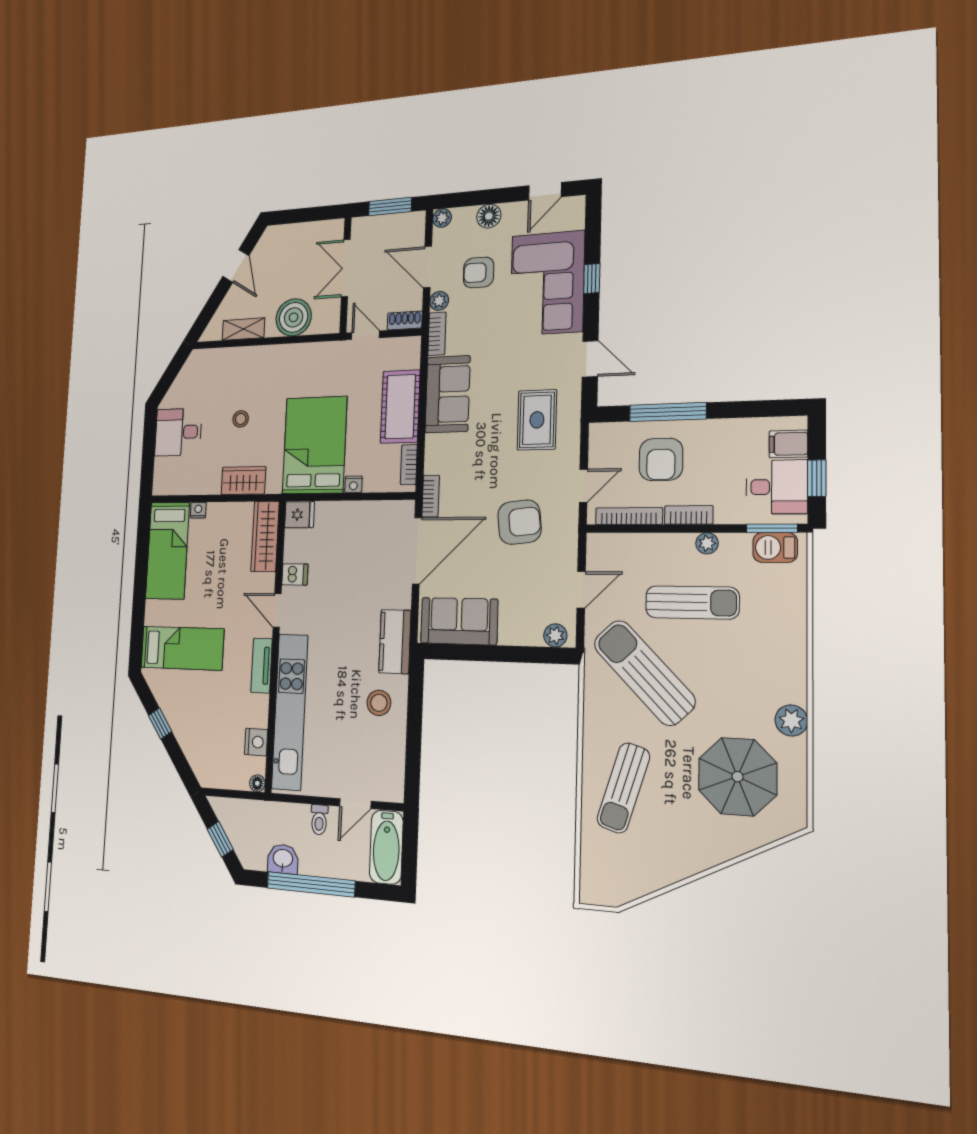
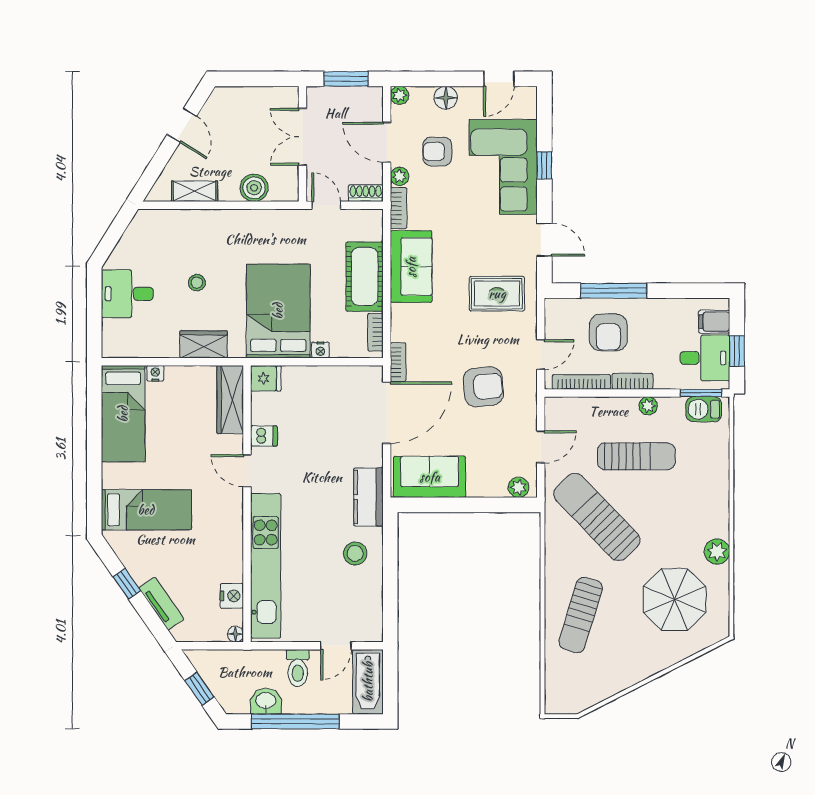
boiler: (294, 317) -> (254, 188), width x0.73, depth x0.73
rug: (537, 420) -> (497, 294), turned 90
tv unit: (261, 666) -> (161, 604), moved, turned 145
toilet: (319, 820) -> (298, 668), width x1.37, depth x1.39

